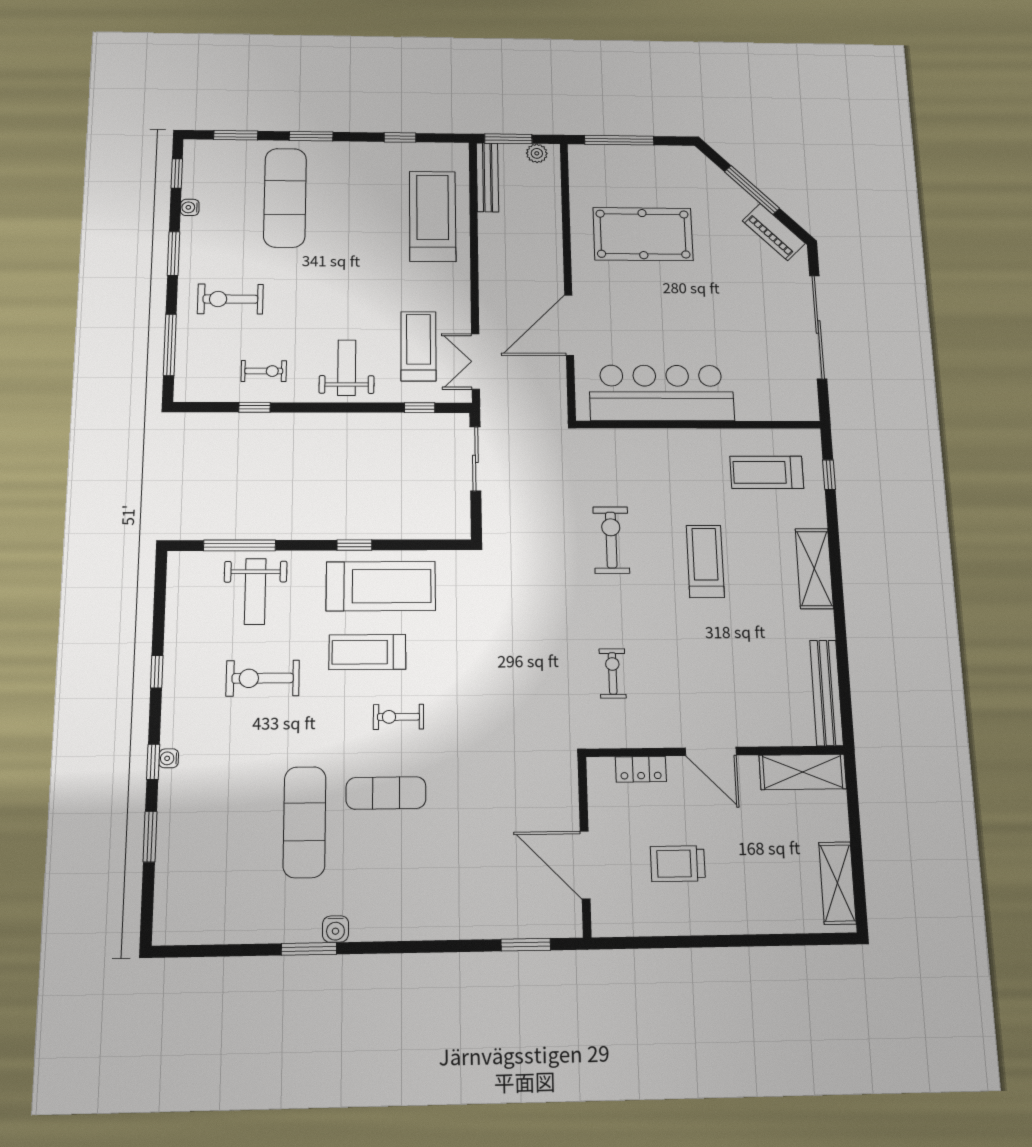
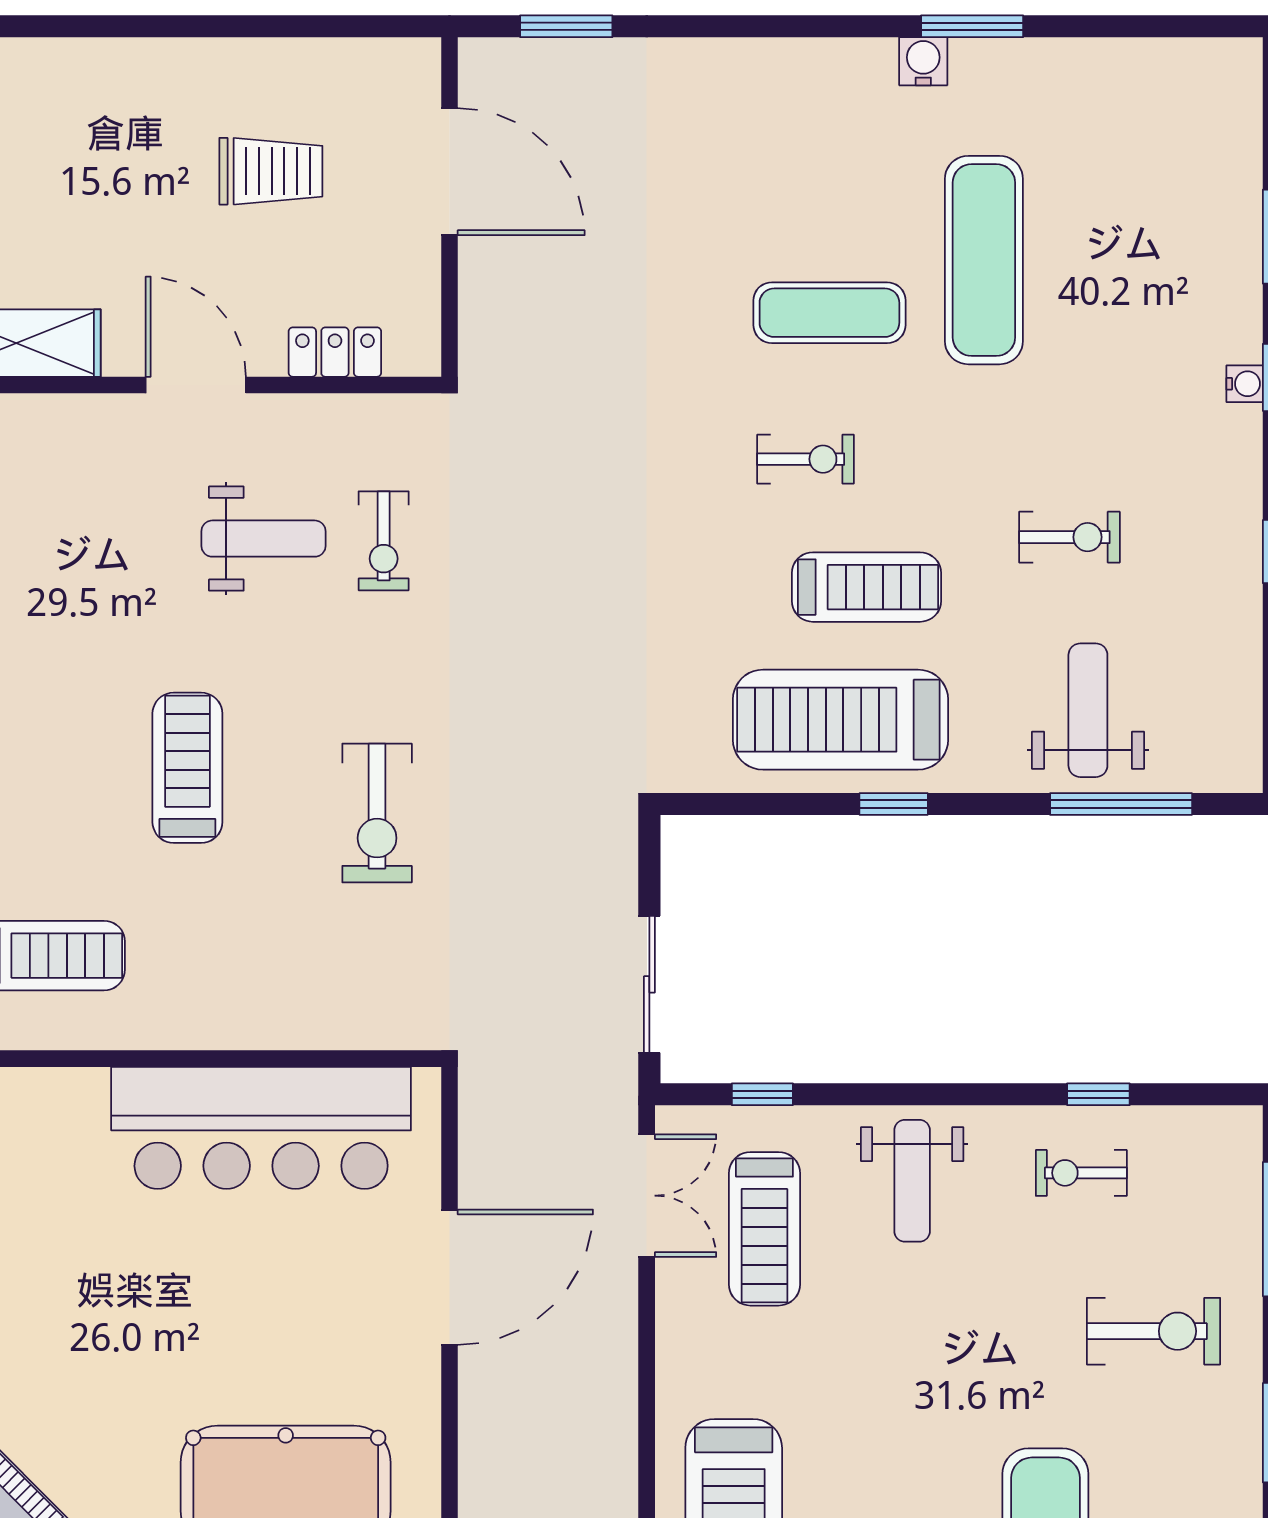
treadmill: (705, 561) -> (187, 768), turned 180
weight bench: (673, 674) -> (263, 539), added
exercise bike: (263, 678) -> (1069, 537), width x0.73, depth x0.72

